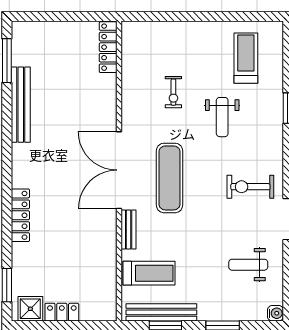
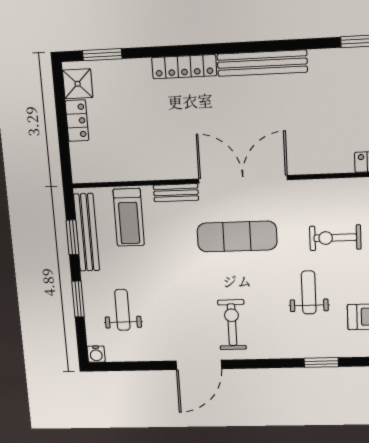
exercise bike: (173, 92) -> (335, 238), width x1.38, depth x1.39
bench: (21, 105) -> (262, 63), moved
weight bench: (222, 117) -> (309, 292), turned 90
weight bench: (248, 265) -> (122, 310), moved

